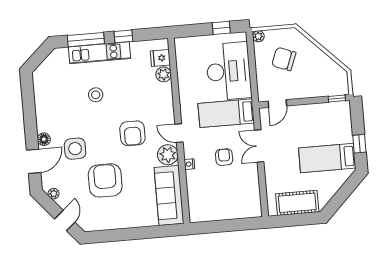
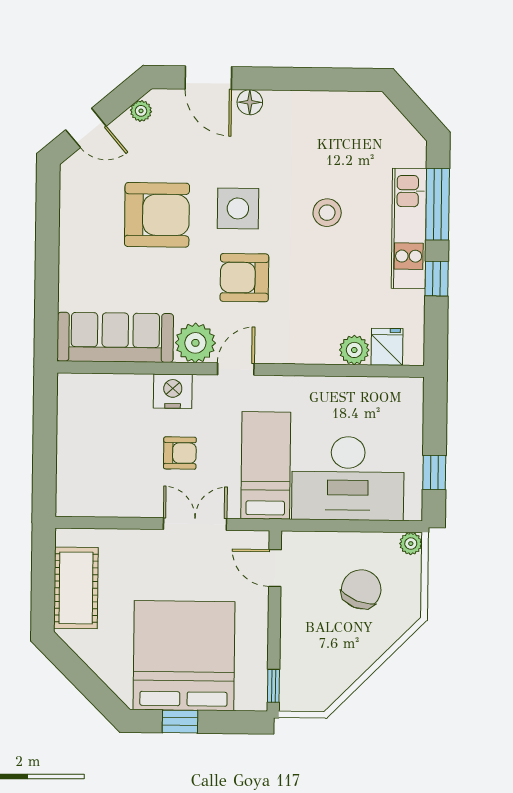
side table: (75, 149) -> (238, 208), moved
bed: (327, 158) -> (184, 656), width x2.04
nightstand: (189, 164) -> (173, 391), width x1.89, depth x1.79

